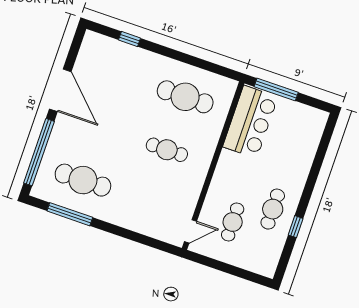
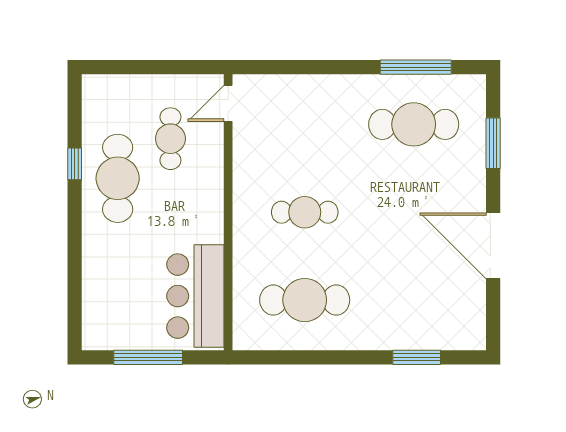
window: (130, 39) -> (417, 357), width x1.50
window: (276, 90) -> (148, 357), moved
window: (39, 152) -> (493, 143), width x0.47
cafe table: (273, 209) -> (118, 178), width x1.37, depth x1.35

